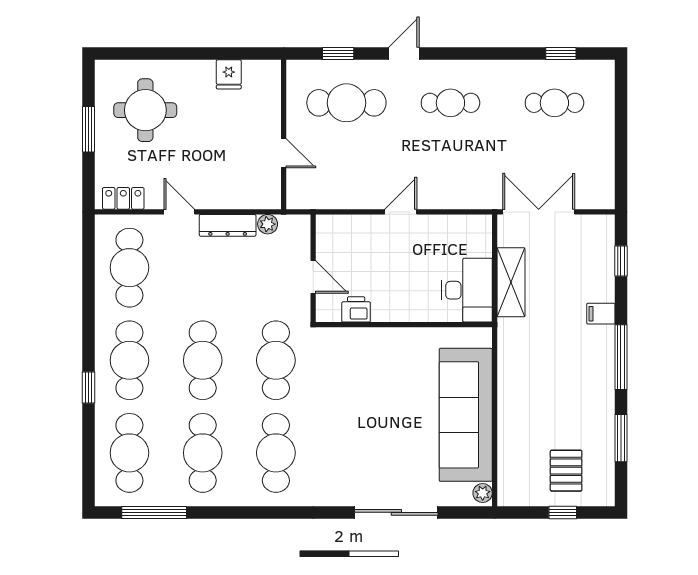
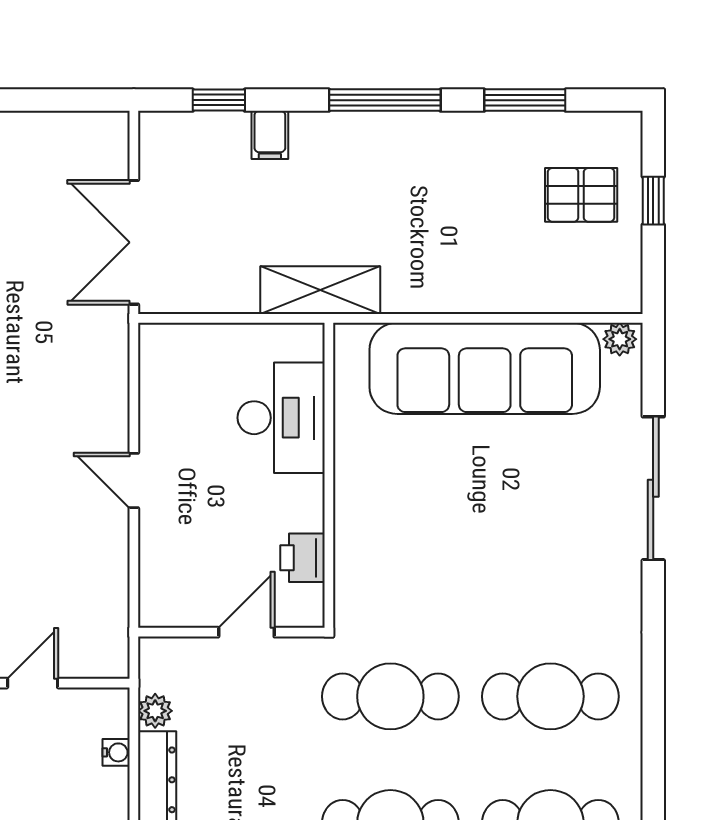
water cooler: (243, 202) -> (116, 752), added
shelving: (511, 282) -> (320, 290), moved
desk: (467, 290) -> (281, 418), moved, turned 90
filing cabinet: (601, 314) -> (270, 135), moved

